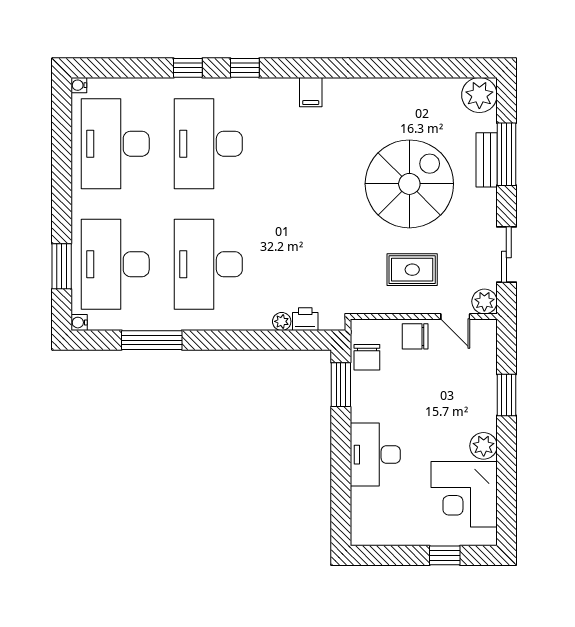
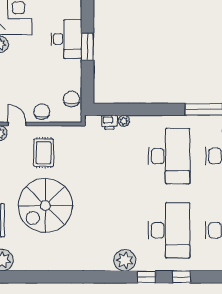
filing cabinet: (311, 92) -> (106, 262), removed
plant: (280, 95) -> (125, 260), added
rug: (412, 270) -> (44, 153), turned 90
chair: (415, 336) -> (42, 112), turned -90
window: (341, 385) -> (87, 47), moved

